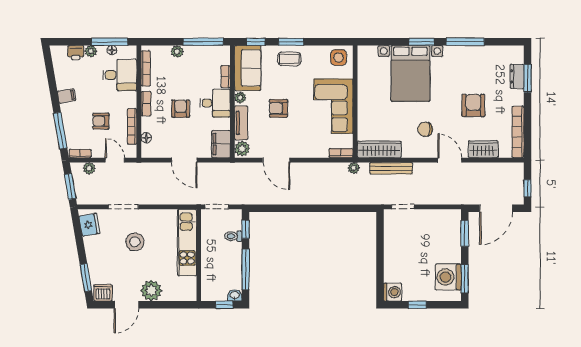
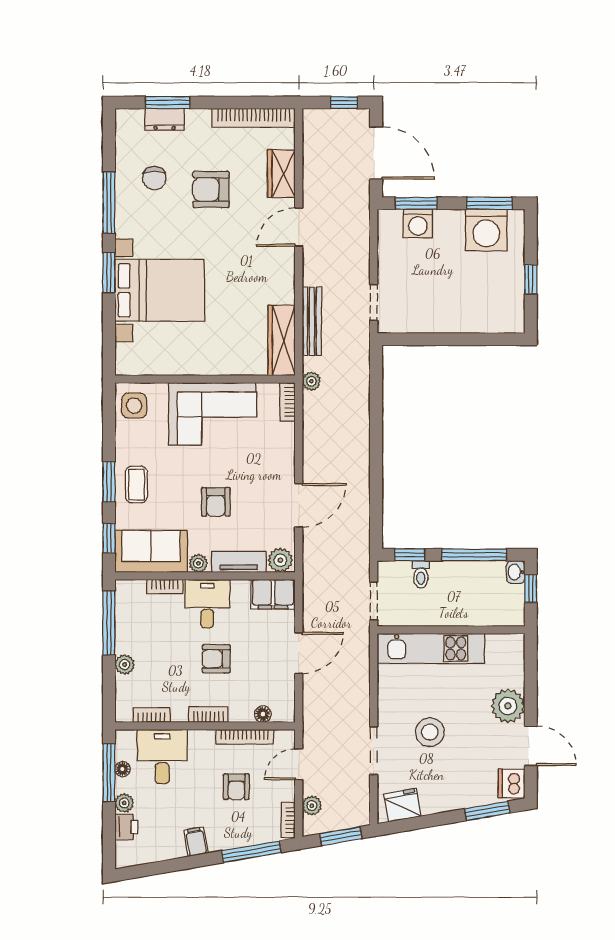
bookcase: (146, 68) -> (152, 715), width x0.64
chair: (425, 129) -> (154, 178), moved
washing machine: (393, 292) -> (418, 224), moved, turned 180

